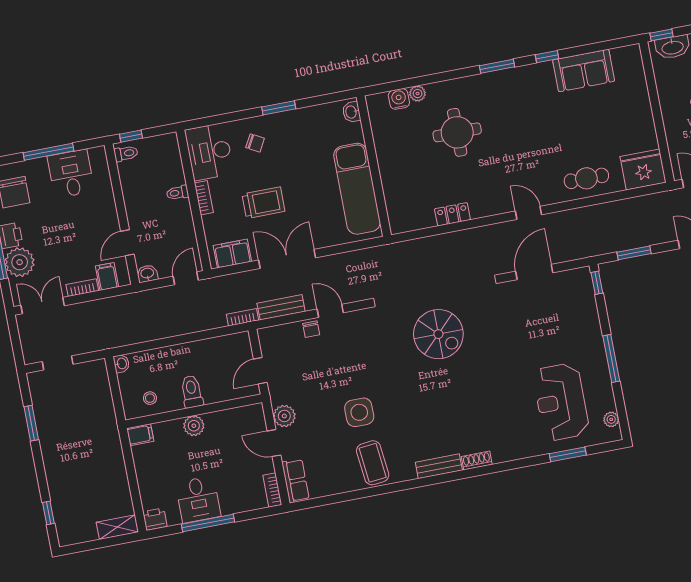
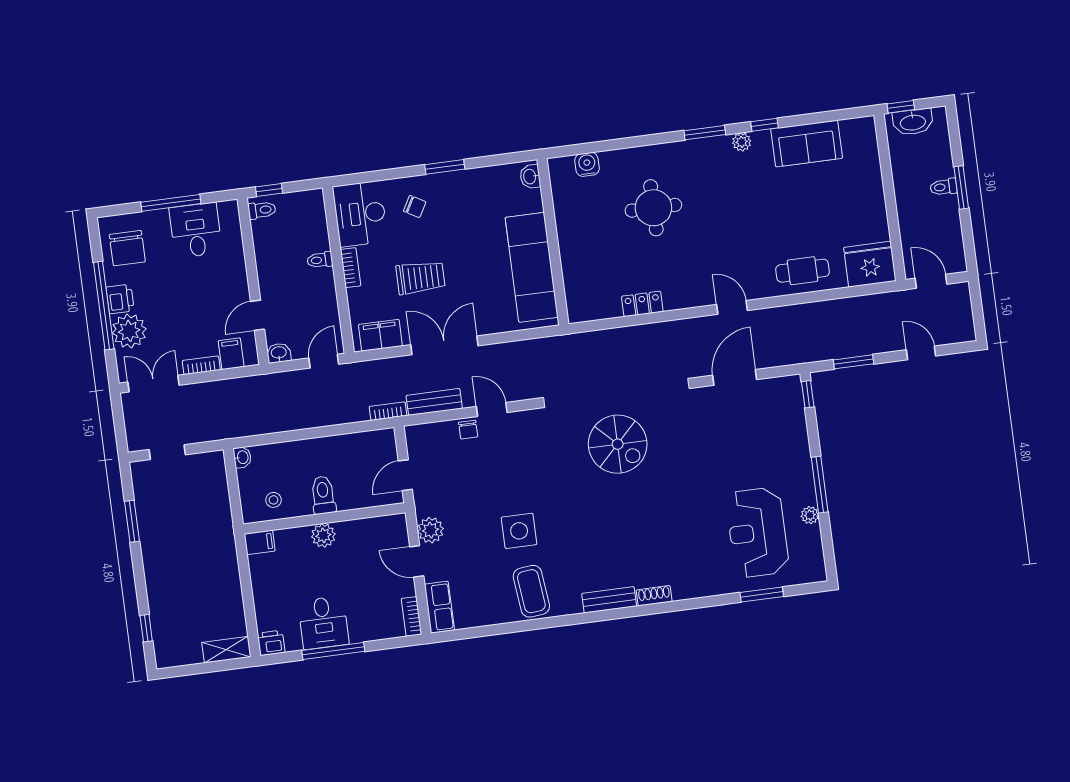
plant: (418, 94) -> (742, 142), moved
plant: (611, 419) -> (810, 515), moved

